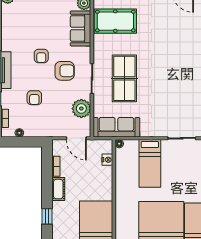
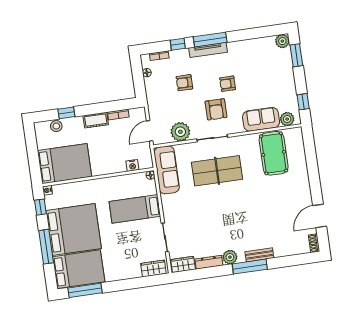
stool: (59, 228) -> (56, 126), added

